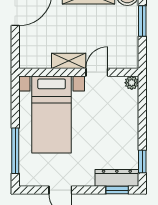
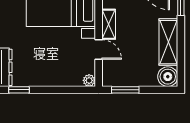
window: (142, 21) -> (125, 90), moved

